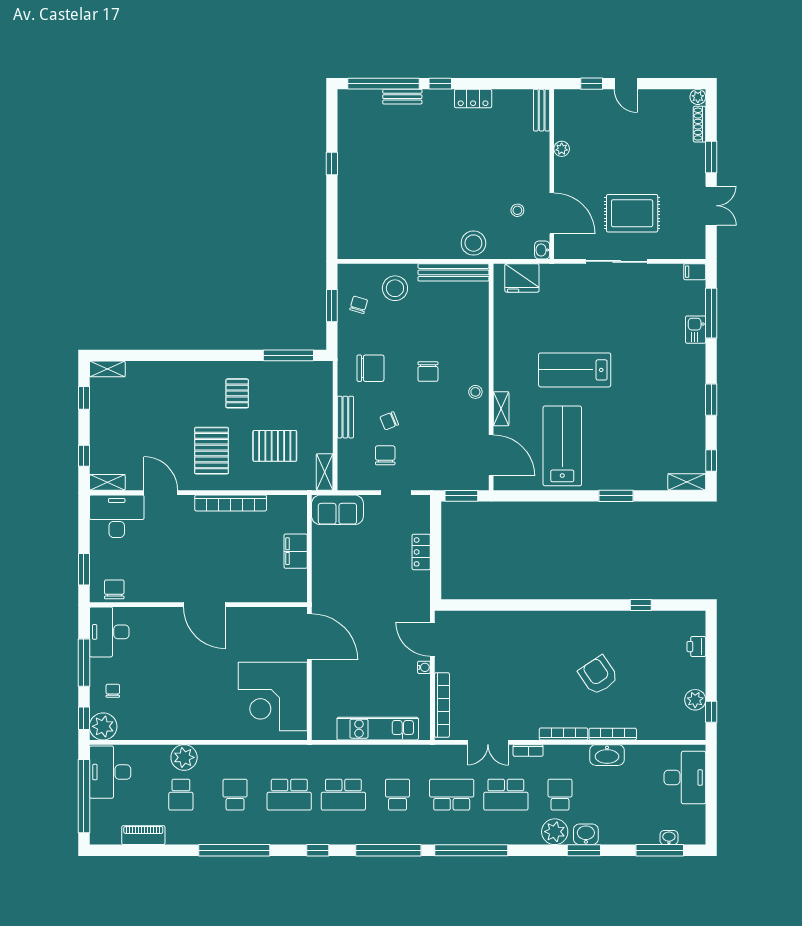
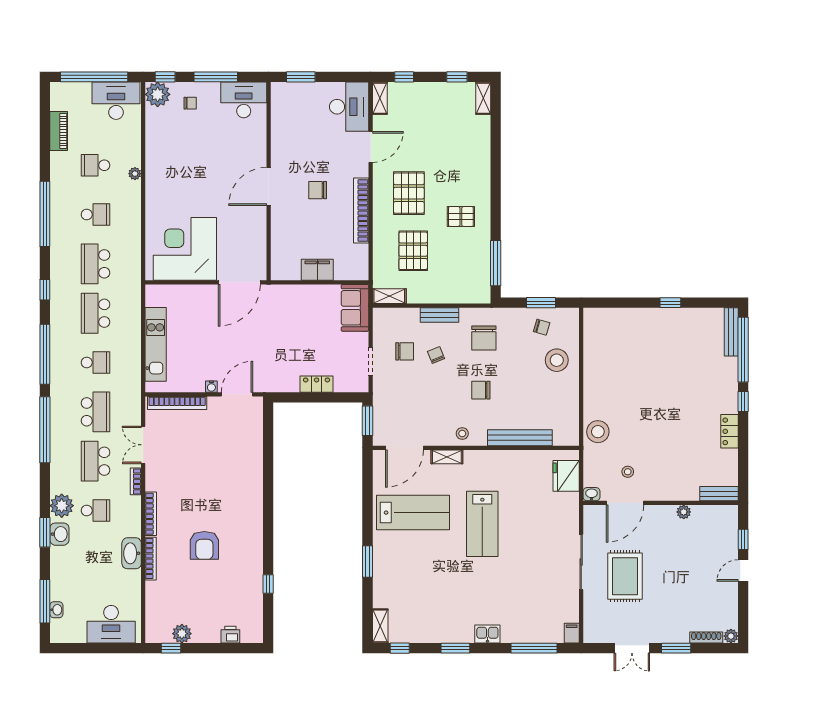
bench: (402, 97) -> (731, 332), moved, width x1.36
bench: (453, 272) -> (520, 438), moved, turned 90
kitchen sink: (696, 330) -> (487, 634), moved
lab bench: (575, 370) -> (482, 524), turned 180
pallet: (212, 451) -> (409, 193), turned 90
chair: (114, 589) -> (318, 190), moved, turned 180
armchair: (598, 675) -> (204, 545), turned 124
plant: (184, 757) -> (135, 174), width x0.53, depth x0.53

